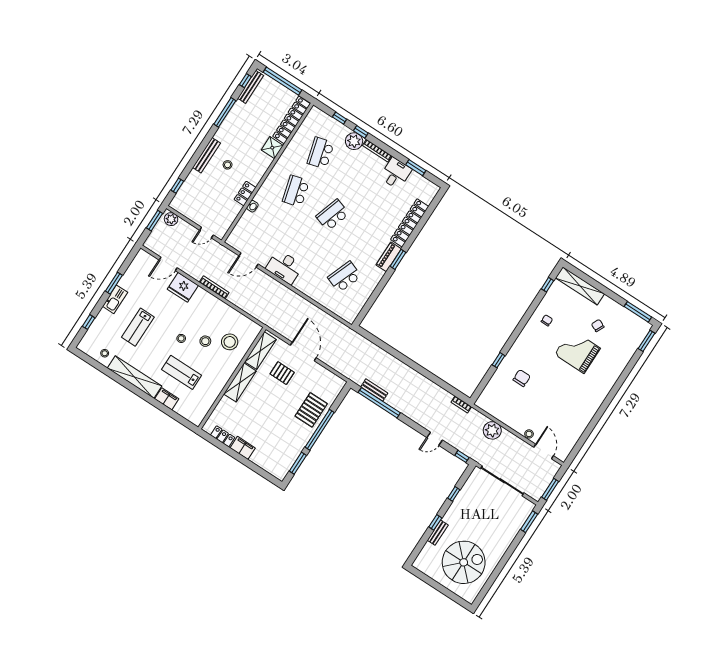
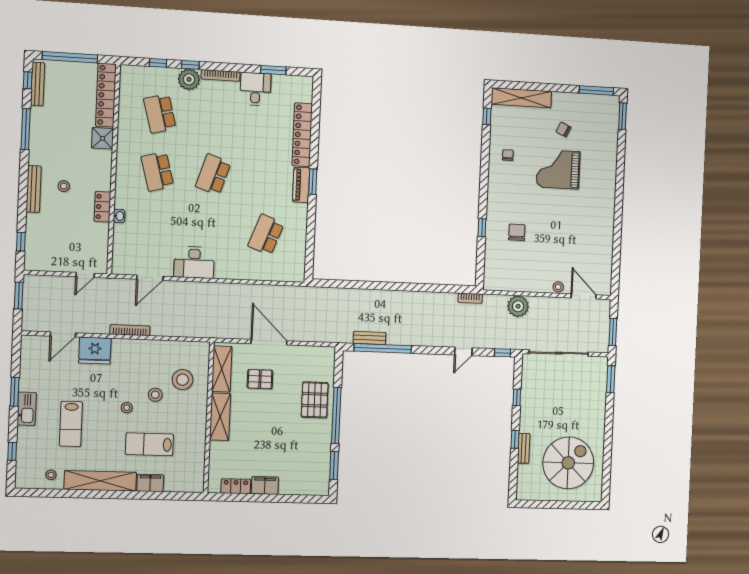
plant: (171, 219) -> (36, 283), removed

